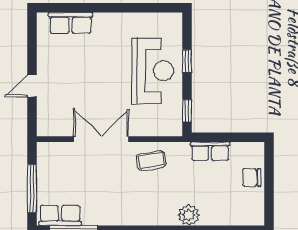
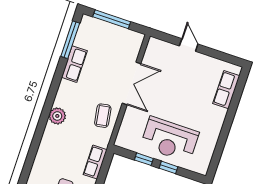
window: (187, 111) -> (144, 159), moved
row of seats: (60, 215) -> (74, 64), moved
plant: (189, 215) -> (57, 116), moved

